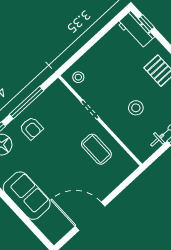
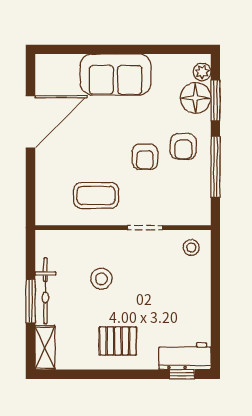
armchair: (31, 128) -> (183, 146), turned -90
armchair: (54, 143) -> (145, 157), added

